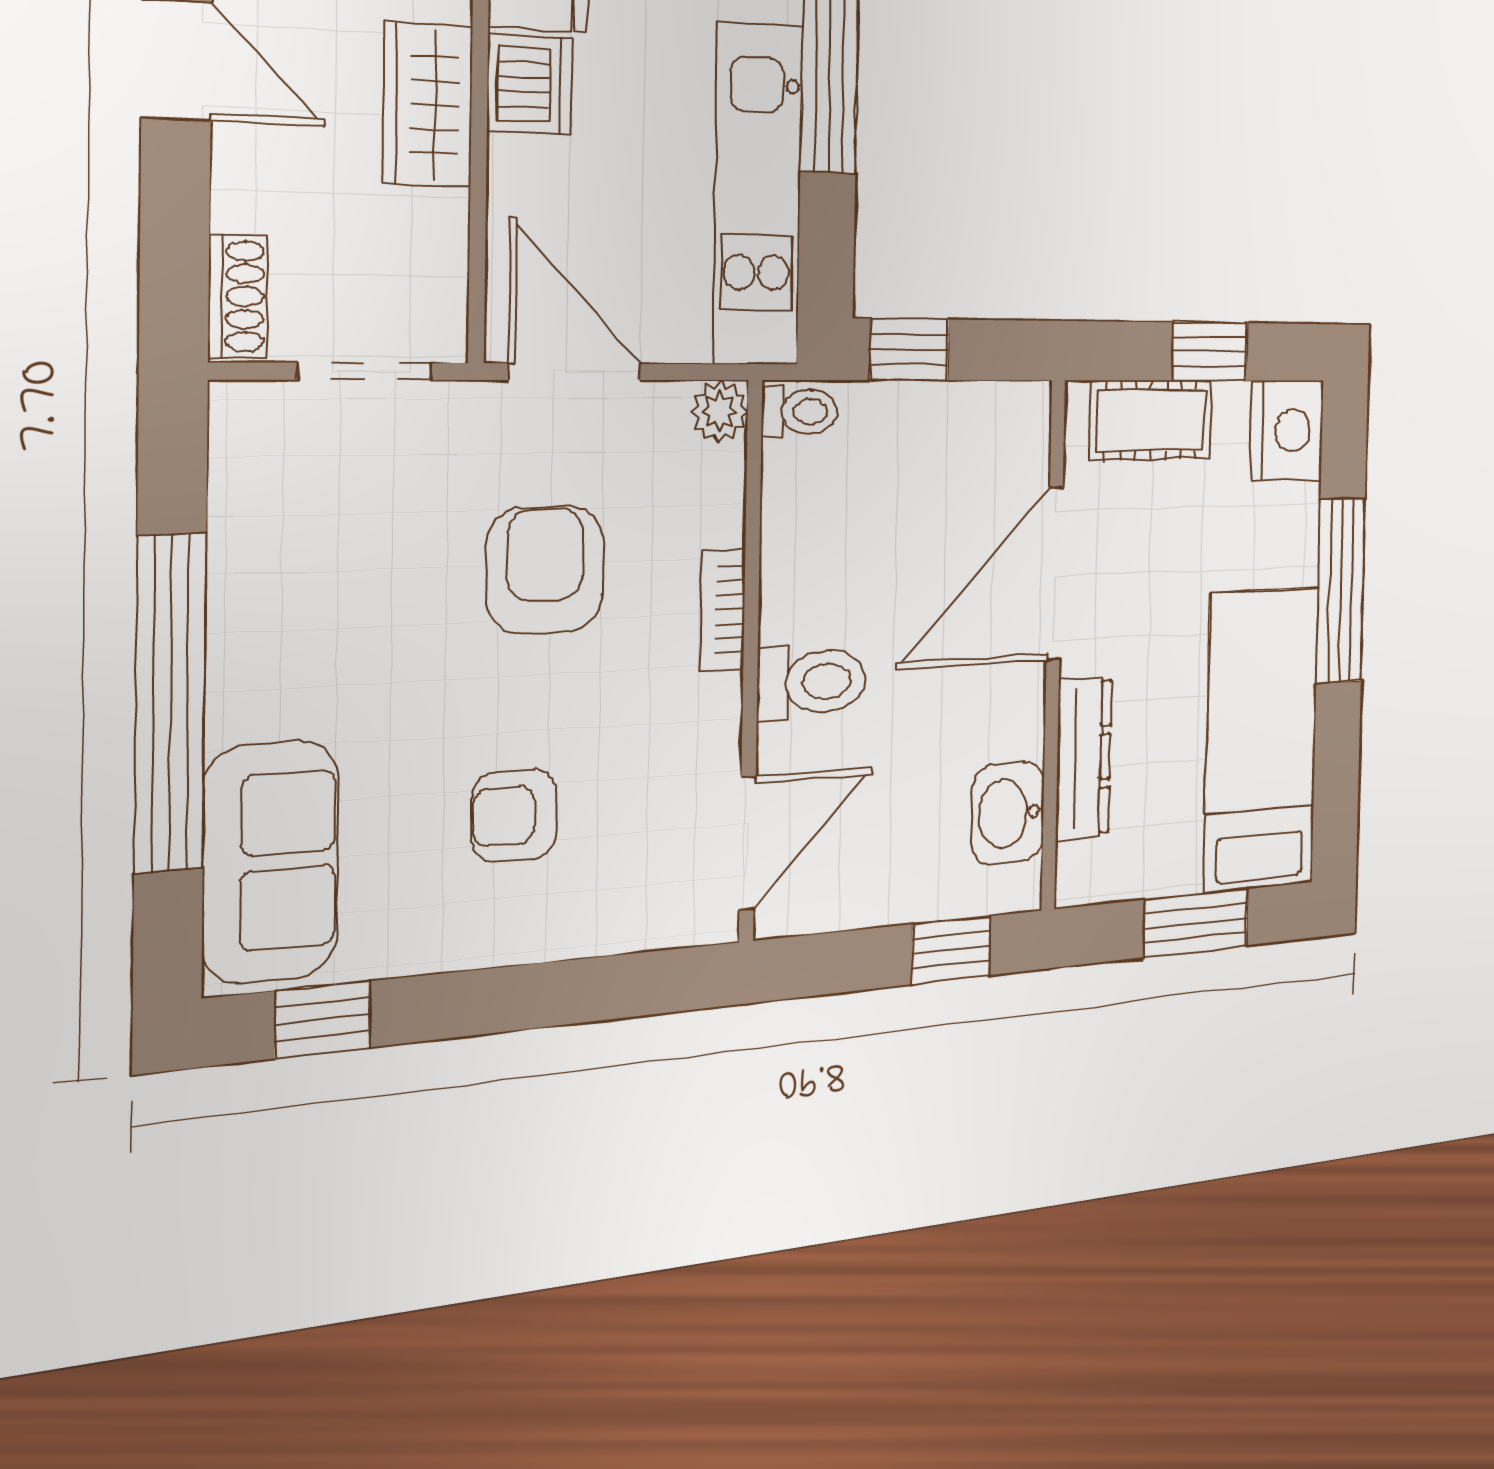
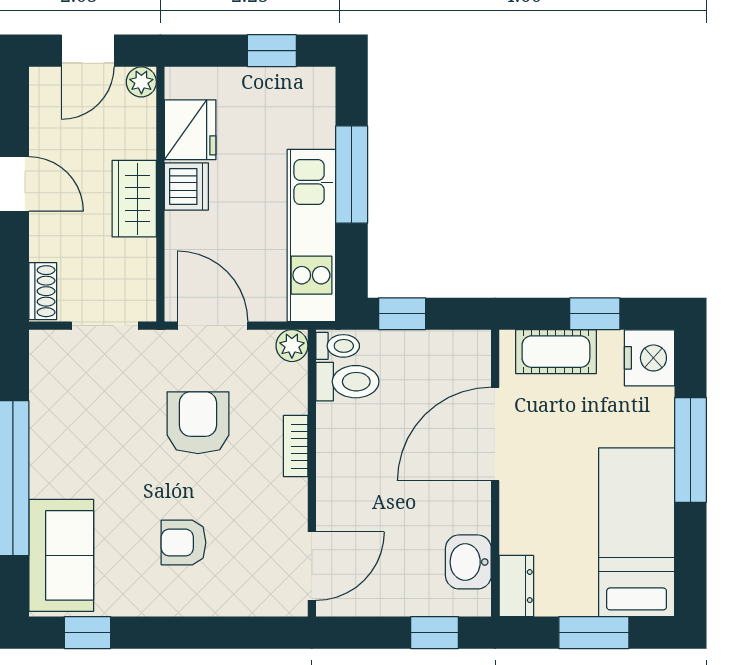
toilet: (812, 682) -> (347, 382), moved
dresser: (1084, 758) -> (516, 586), moved, width x0.70

